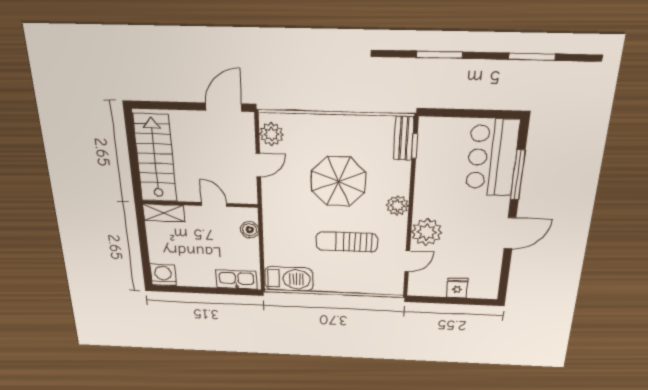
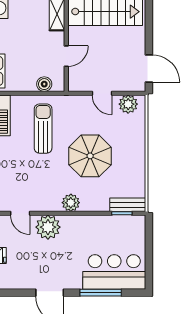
sun lounger: (347, 242) -> (43, 129), moved

